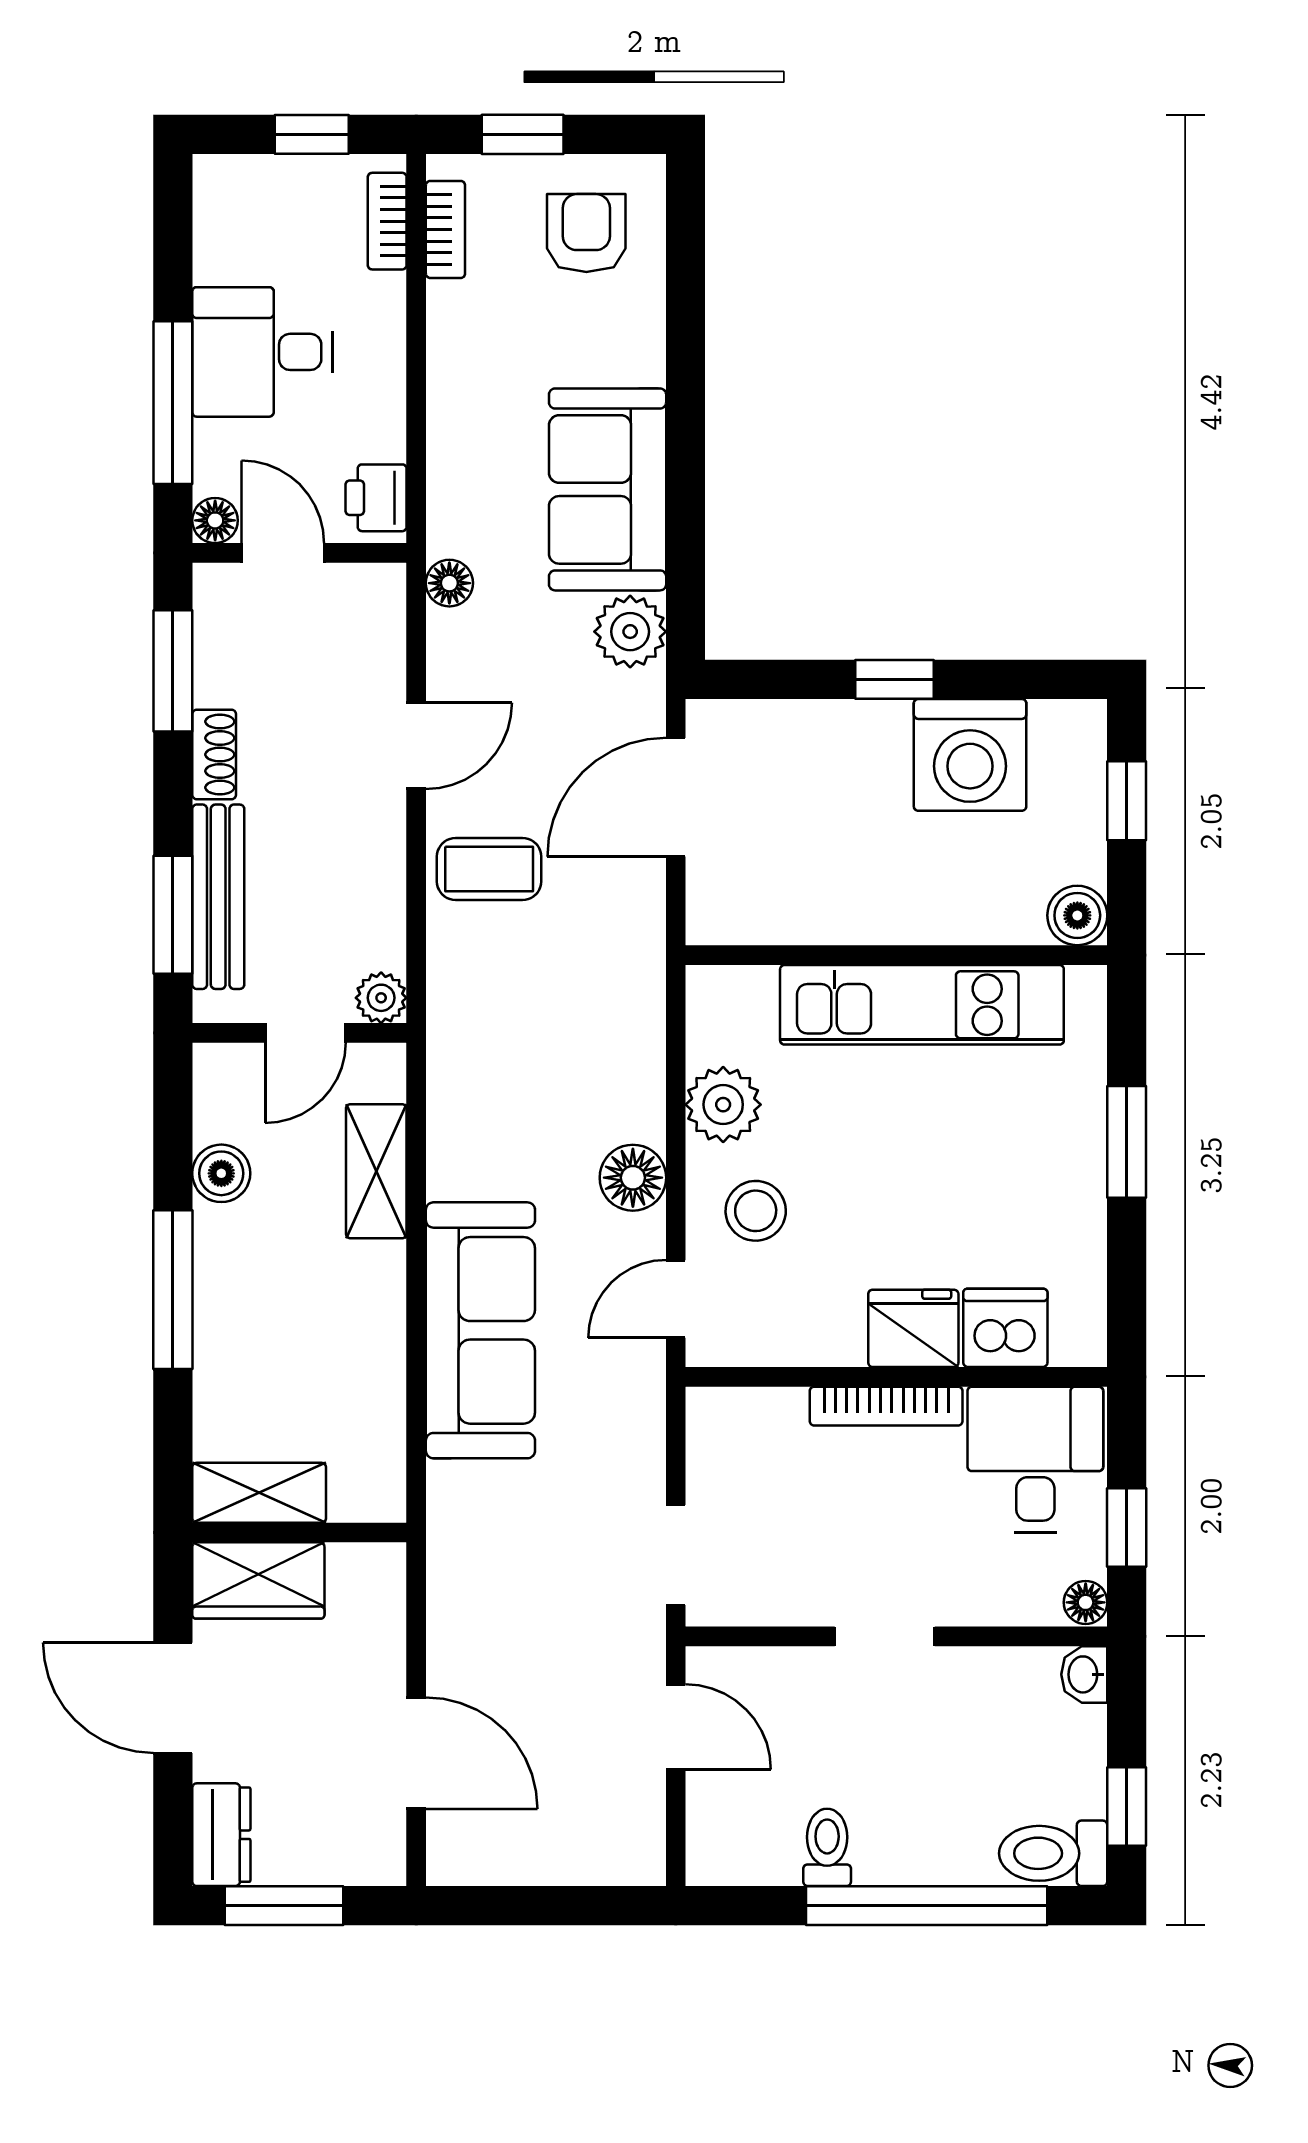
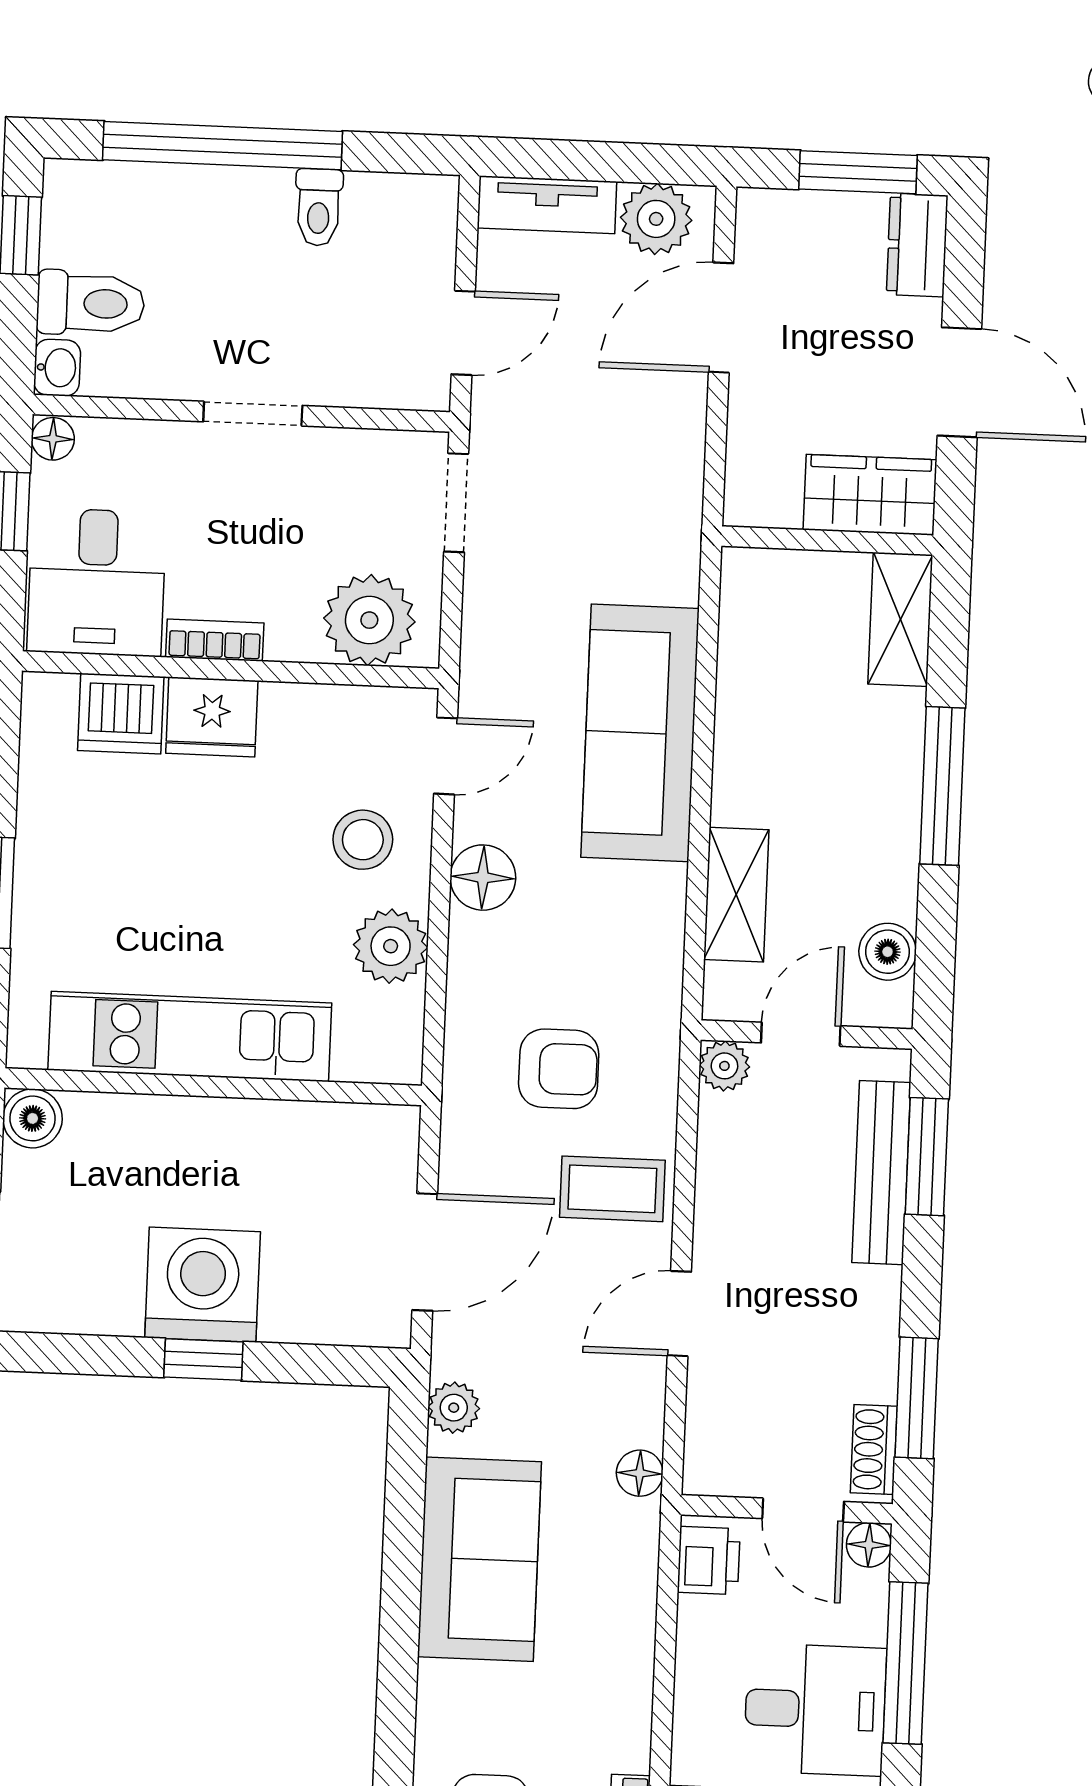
plant: (630, 632) -> (454, 1408), width x0.73, depth x0.73
shoe rack: (214, 754) -> (874, 1450), moved
washing machine: (970, 755) -> (203, 1285), moved
armchair: (548, 988) -> (559, 1069), added
boiler: (221, 1173) -> (888, 952), moved
bookcase: (886, 1406) -> (215, 640), width x0.64
plant: (758, 1433) -> (369, 620), added
shelving: (259, 1493) -> (900, 619), moved, turned 90
door: (676, 1727) -> (463, 333), swing flipped
door: (416, 1753) -> (721, 318), hinge flipped
plant: (486, 1850) -> (656, 219), added
toilet: (1053, 1853) -> (91, 303), moved
tv unit: (597, 1860) -> (547, 205), added

